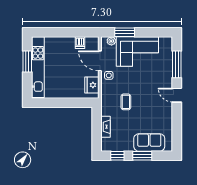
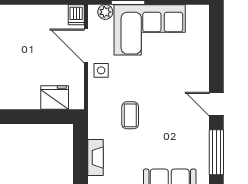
dishwasher: (80, 43) -> (76, 15), moved
window: (177, 64) -> (216, 152), moved
fridge: (92, 85) -> (55, 97), moved, turned 90

